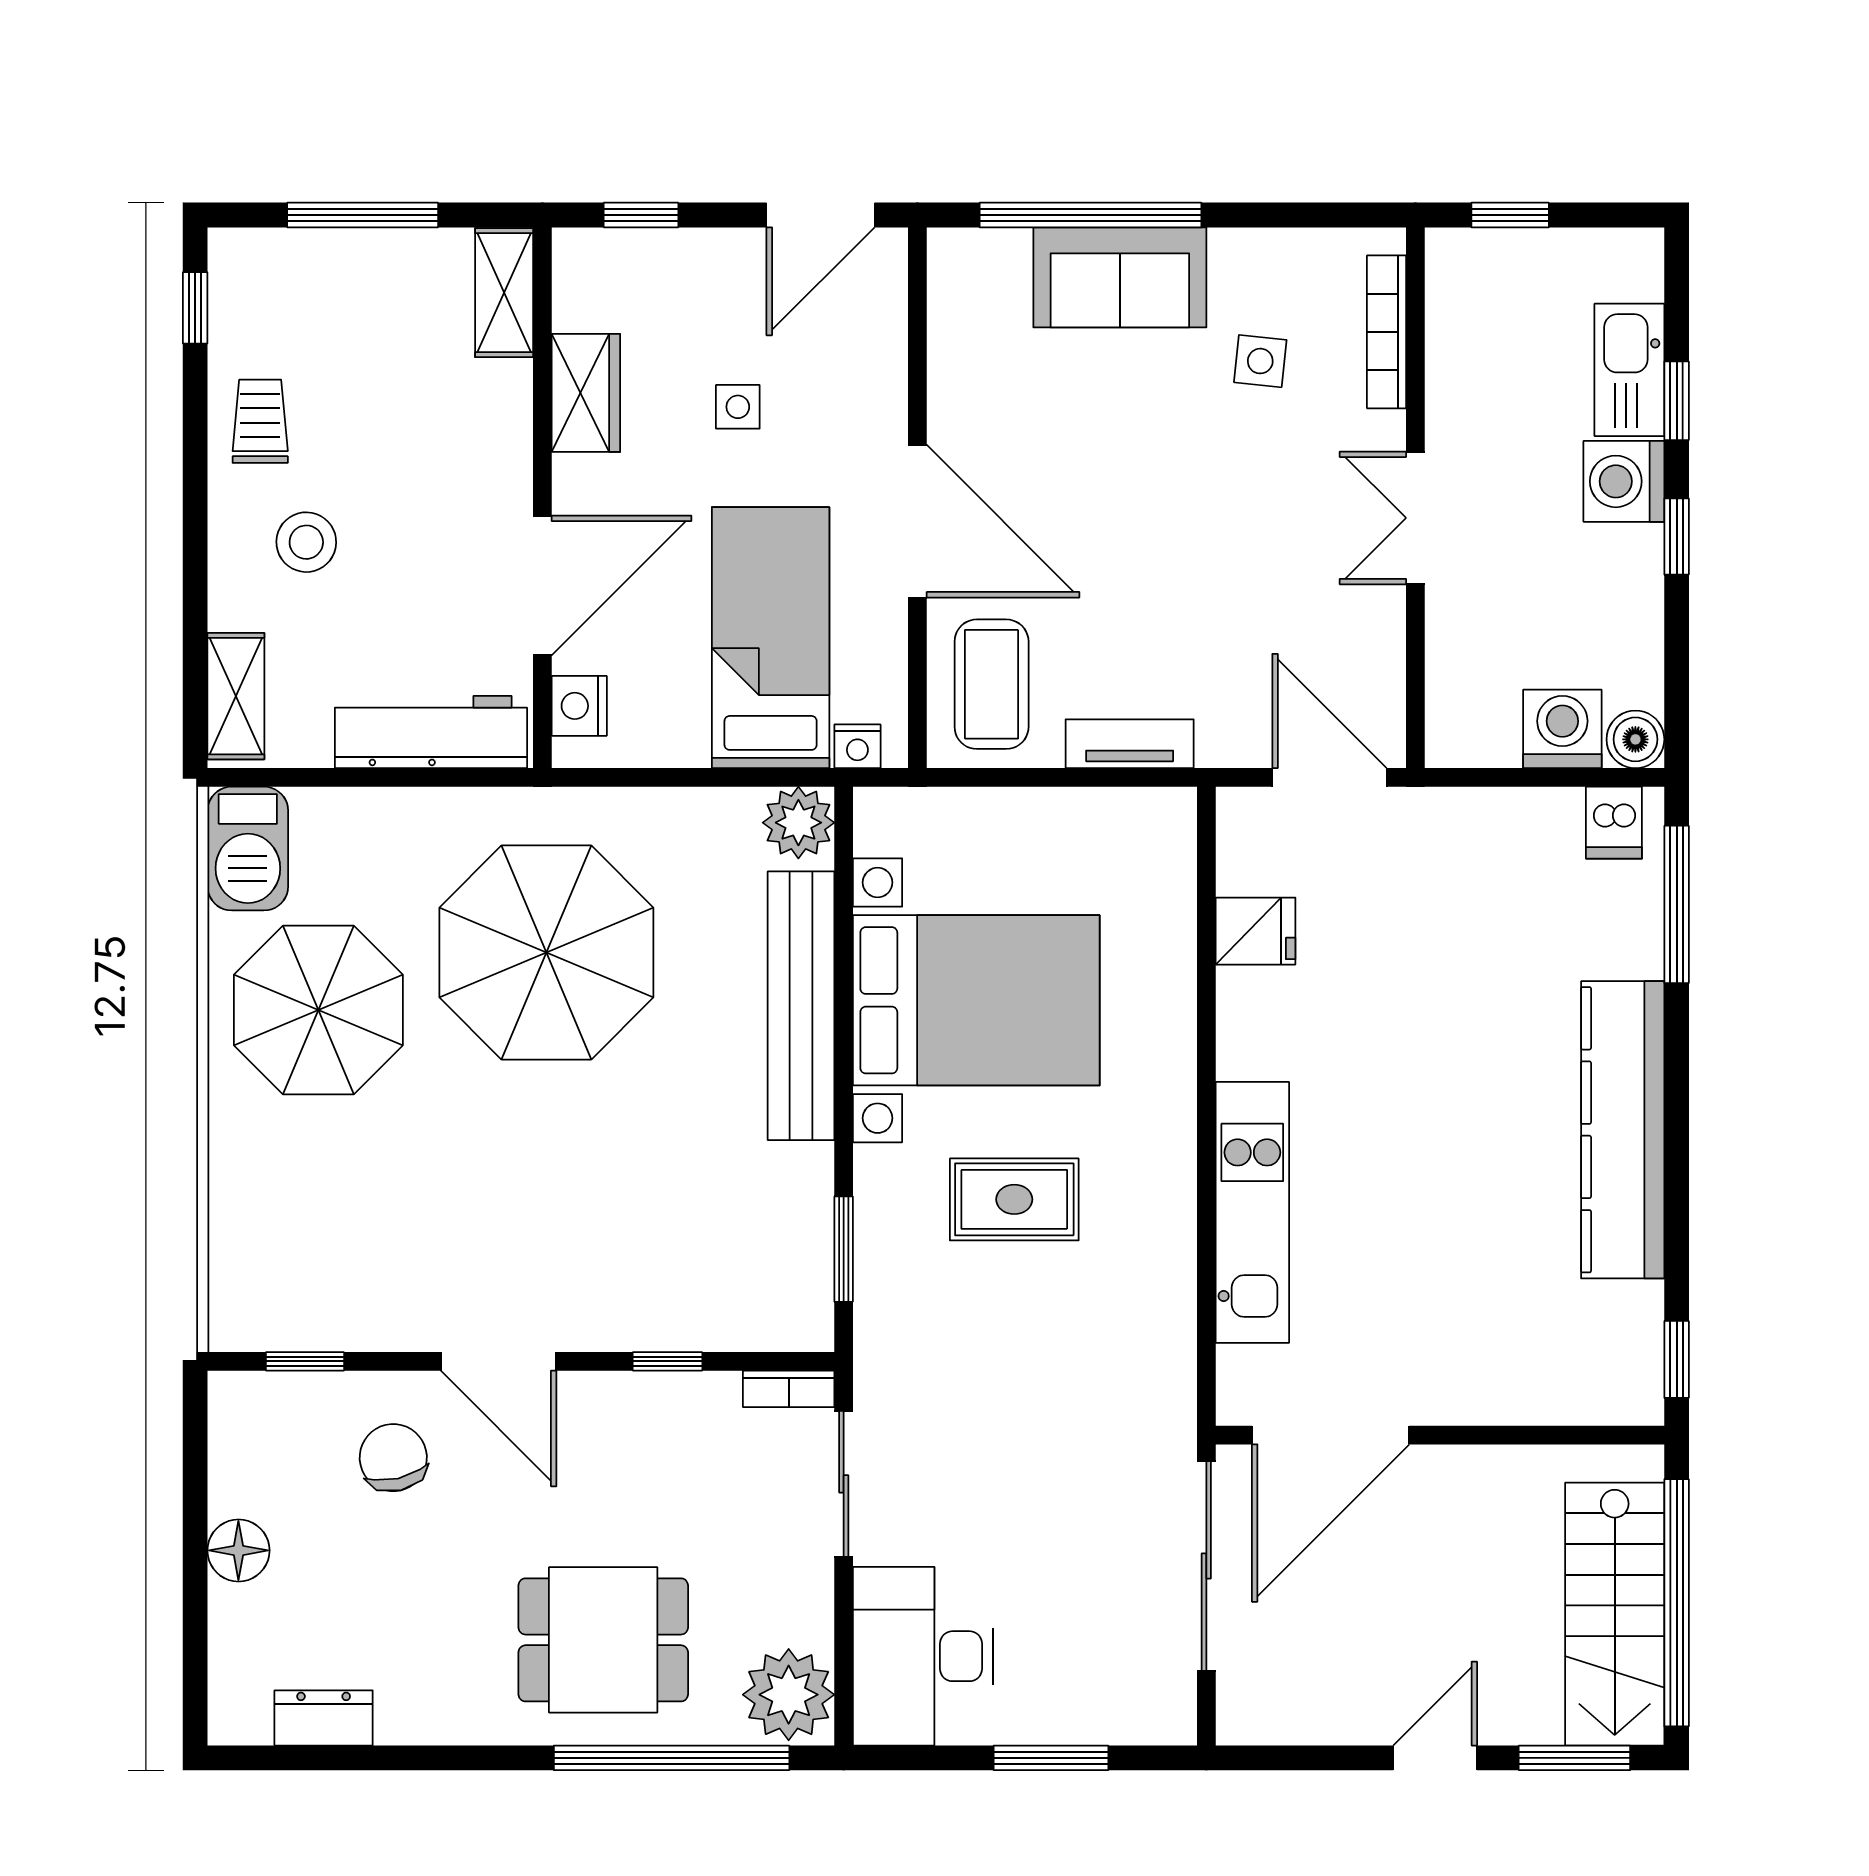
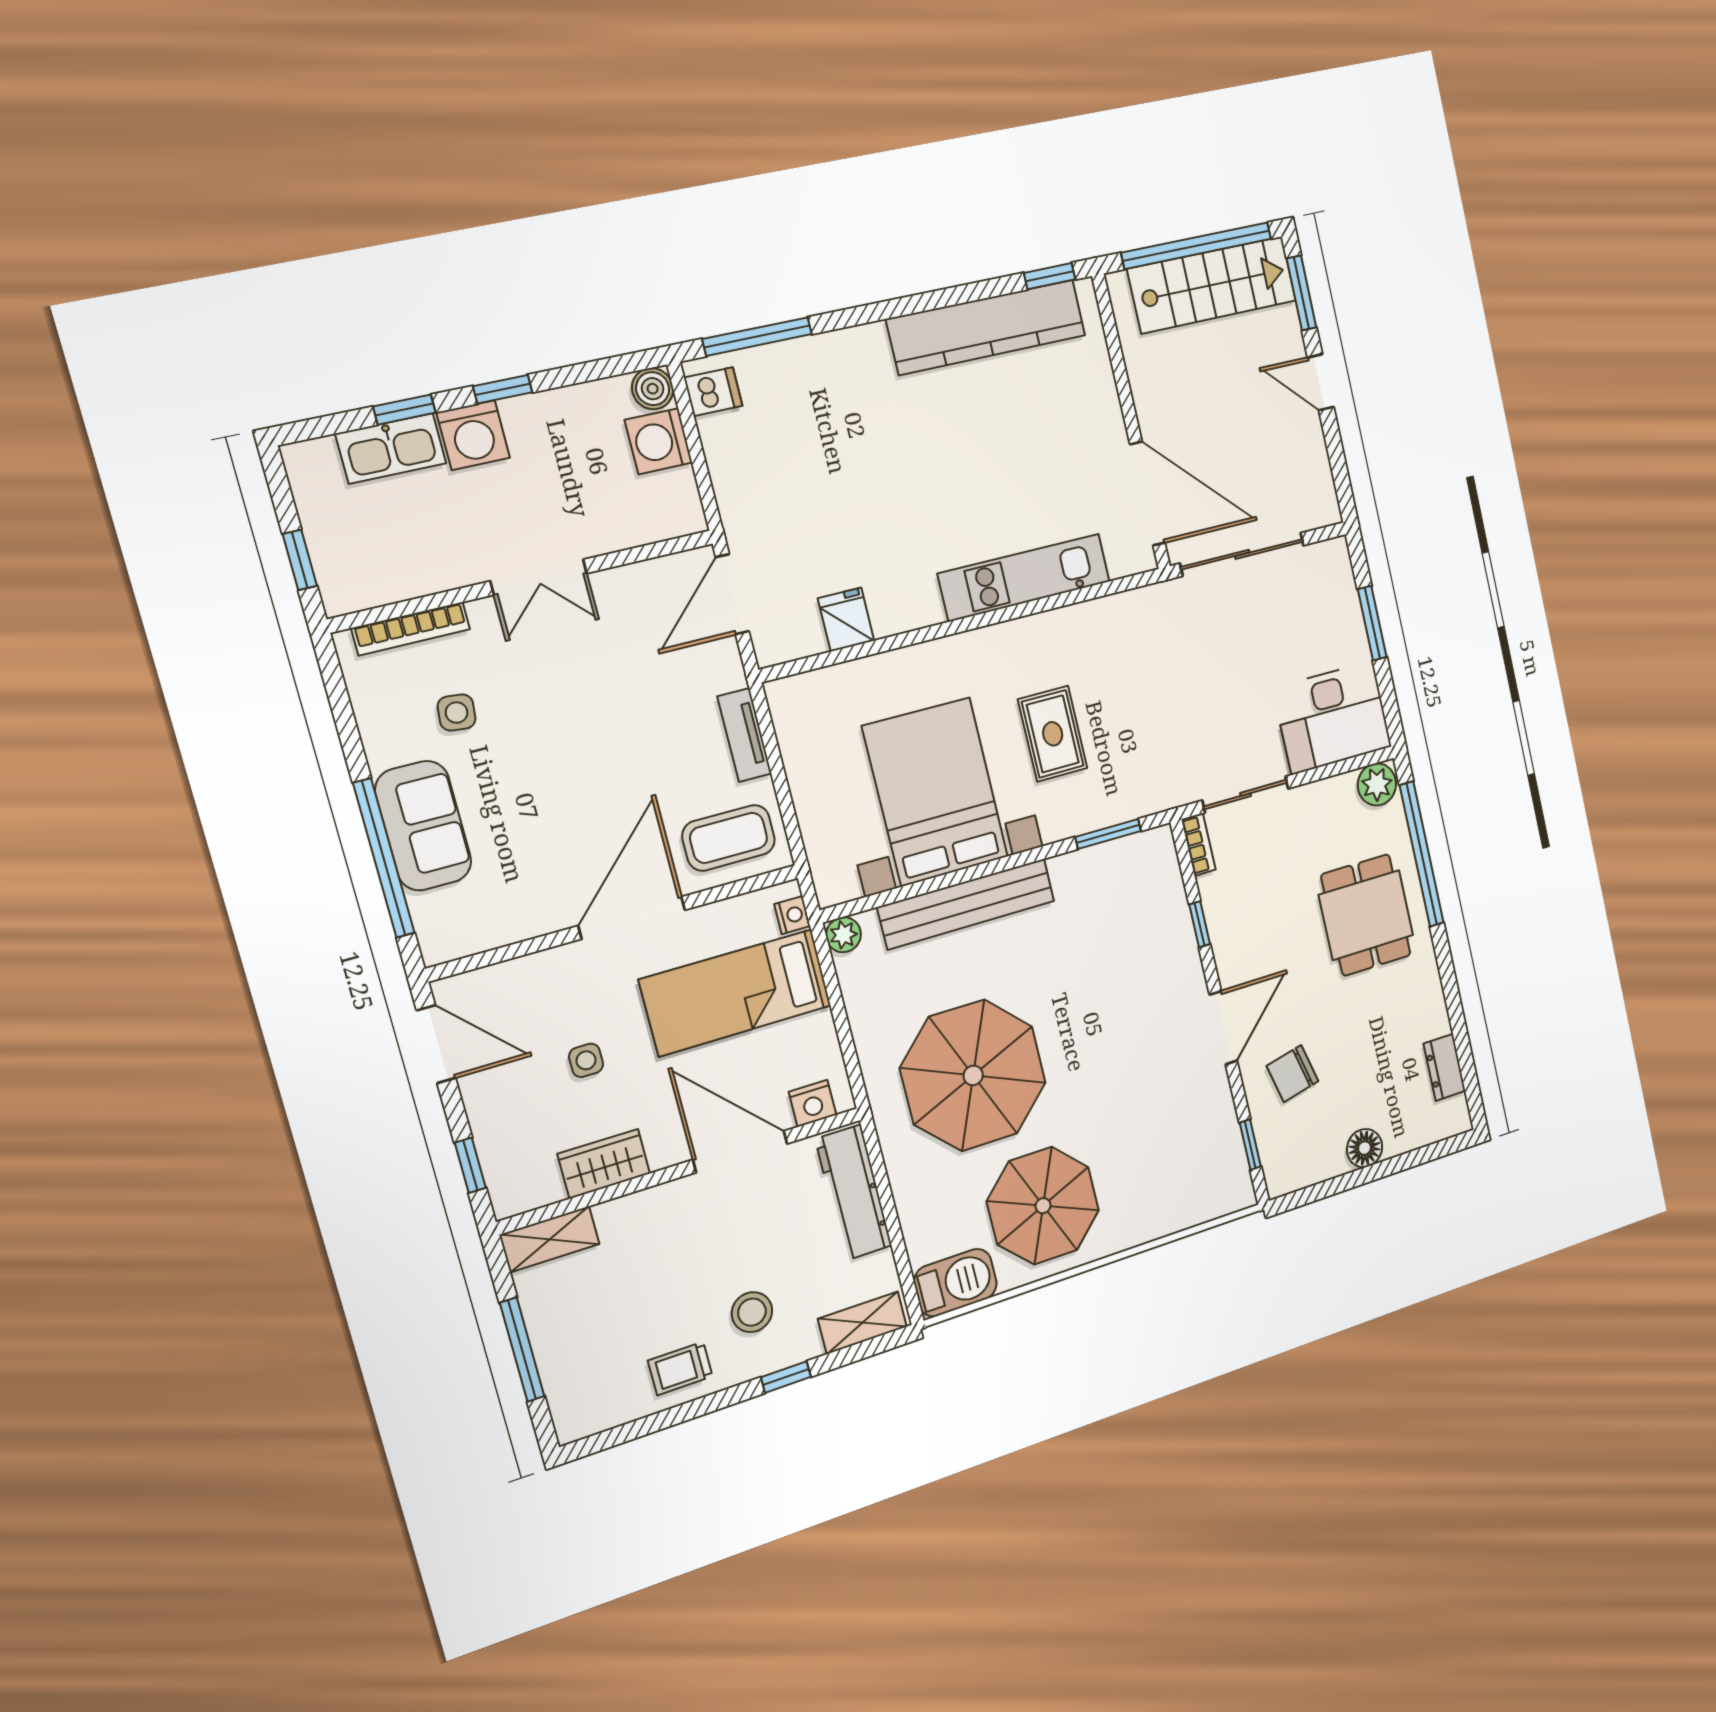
window: (195, 308) -> (786, 1377), moved
plant: (798, 823) -> (843, 935), width x0.73, depth x0.73
kitchen counter: (1623, 1130) -> (987, 327), moved
plant: (789, 1695) -> (1377, 784), width x0.73, depth x0.73

